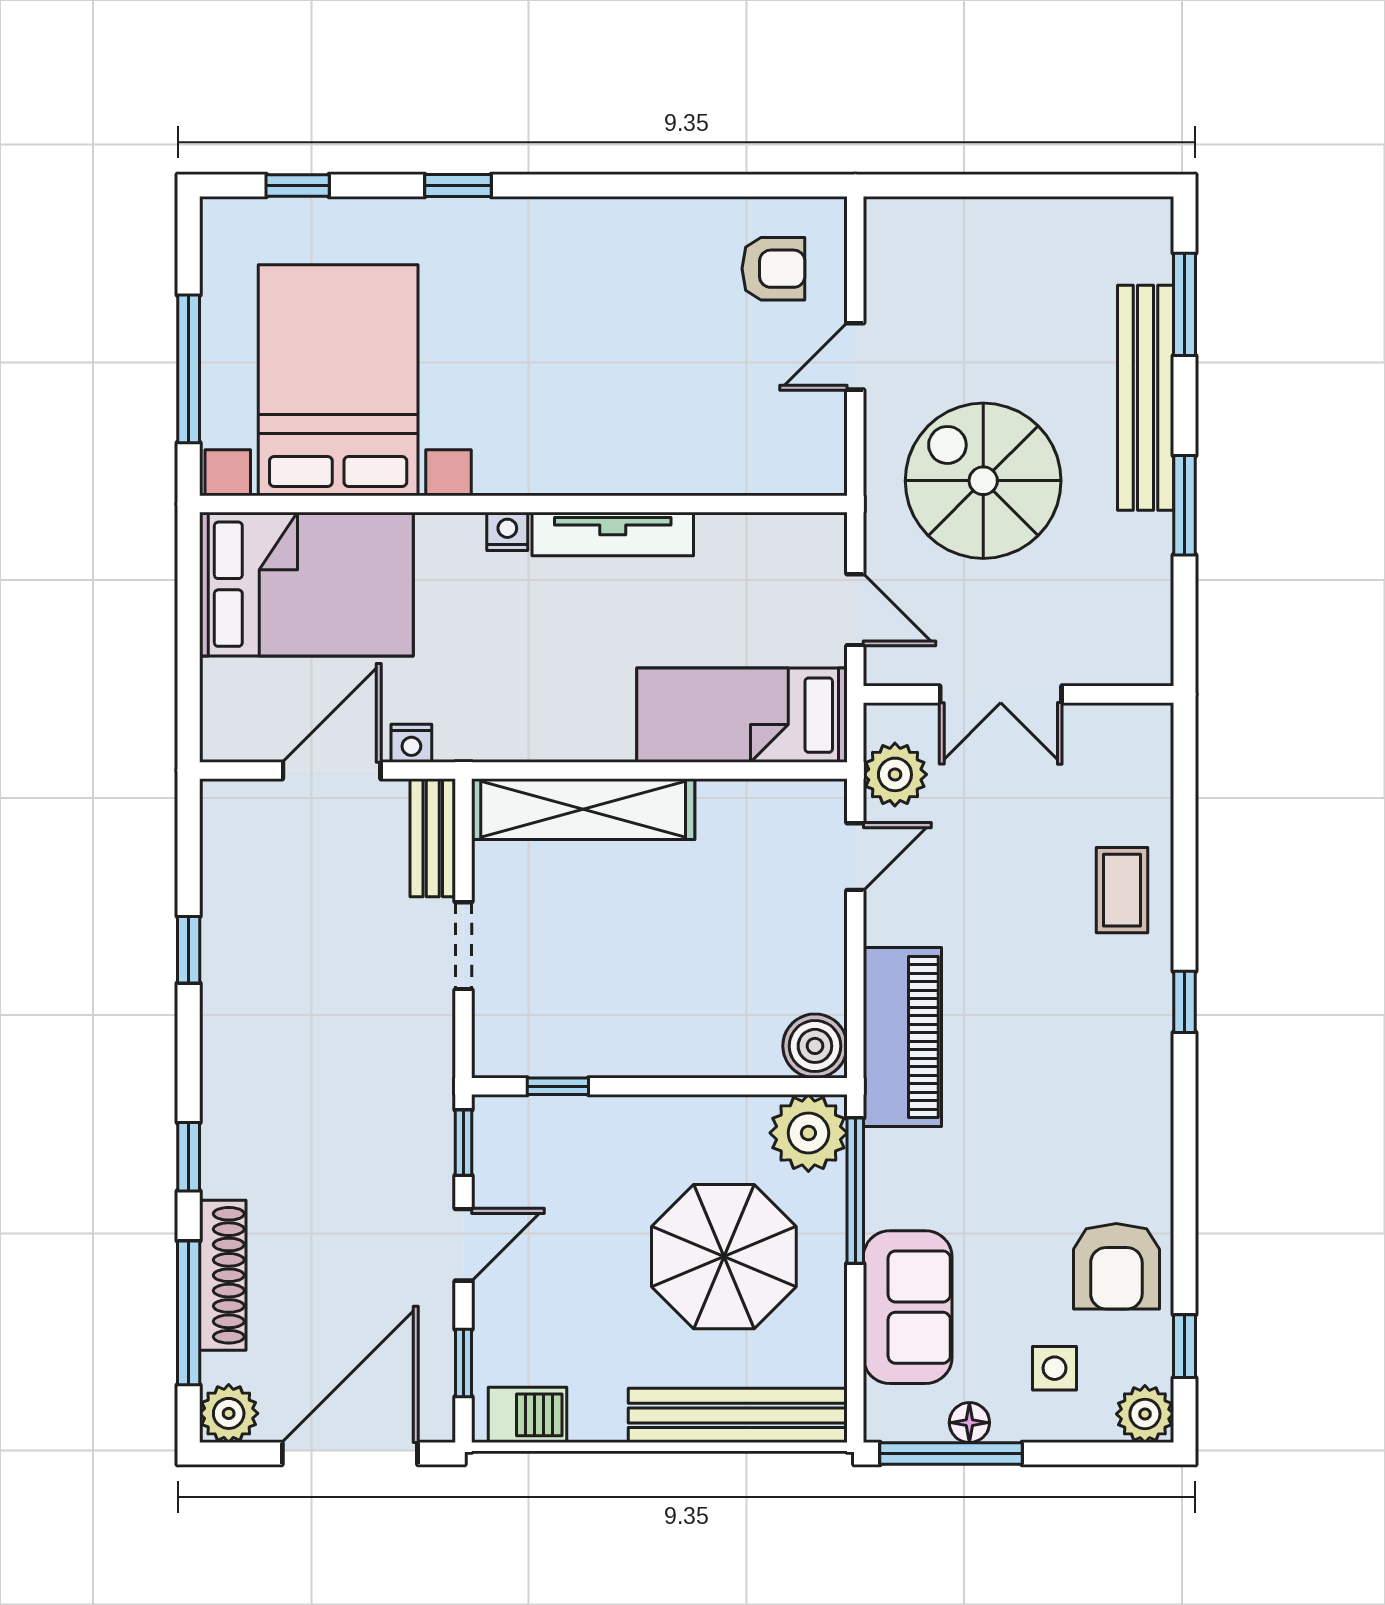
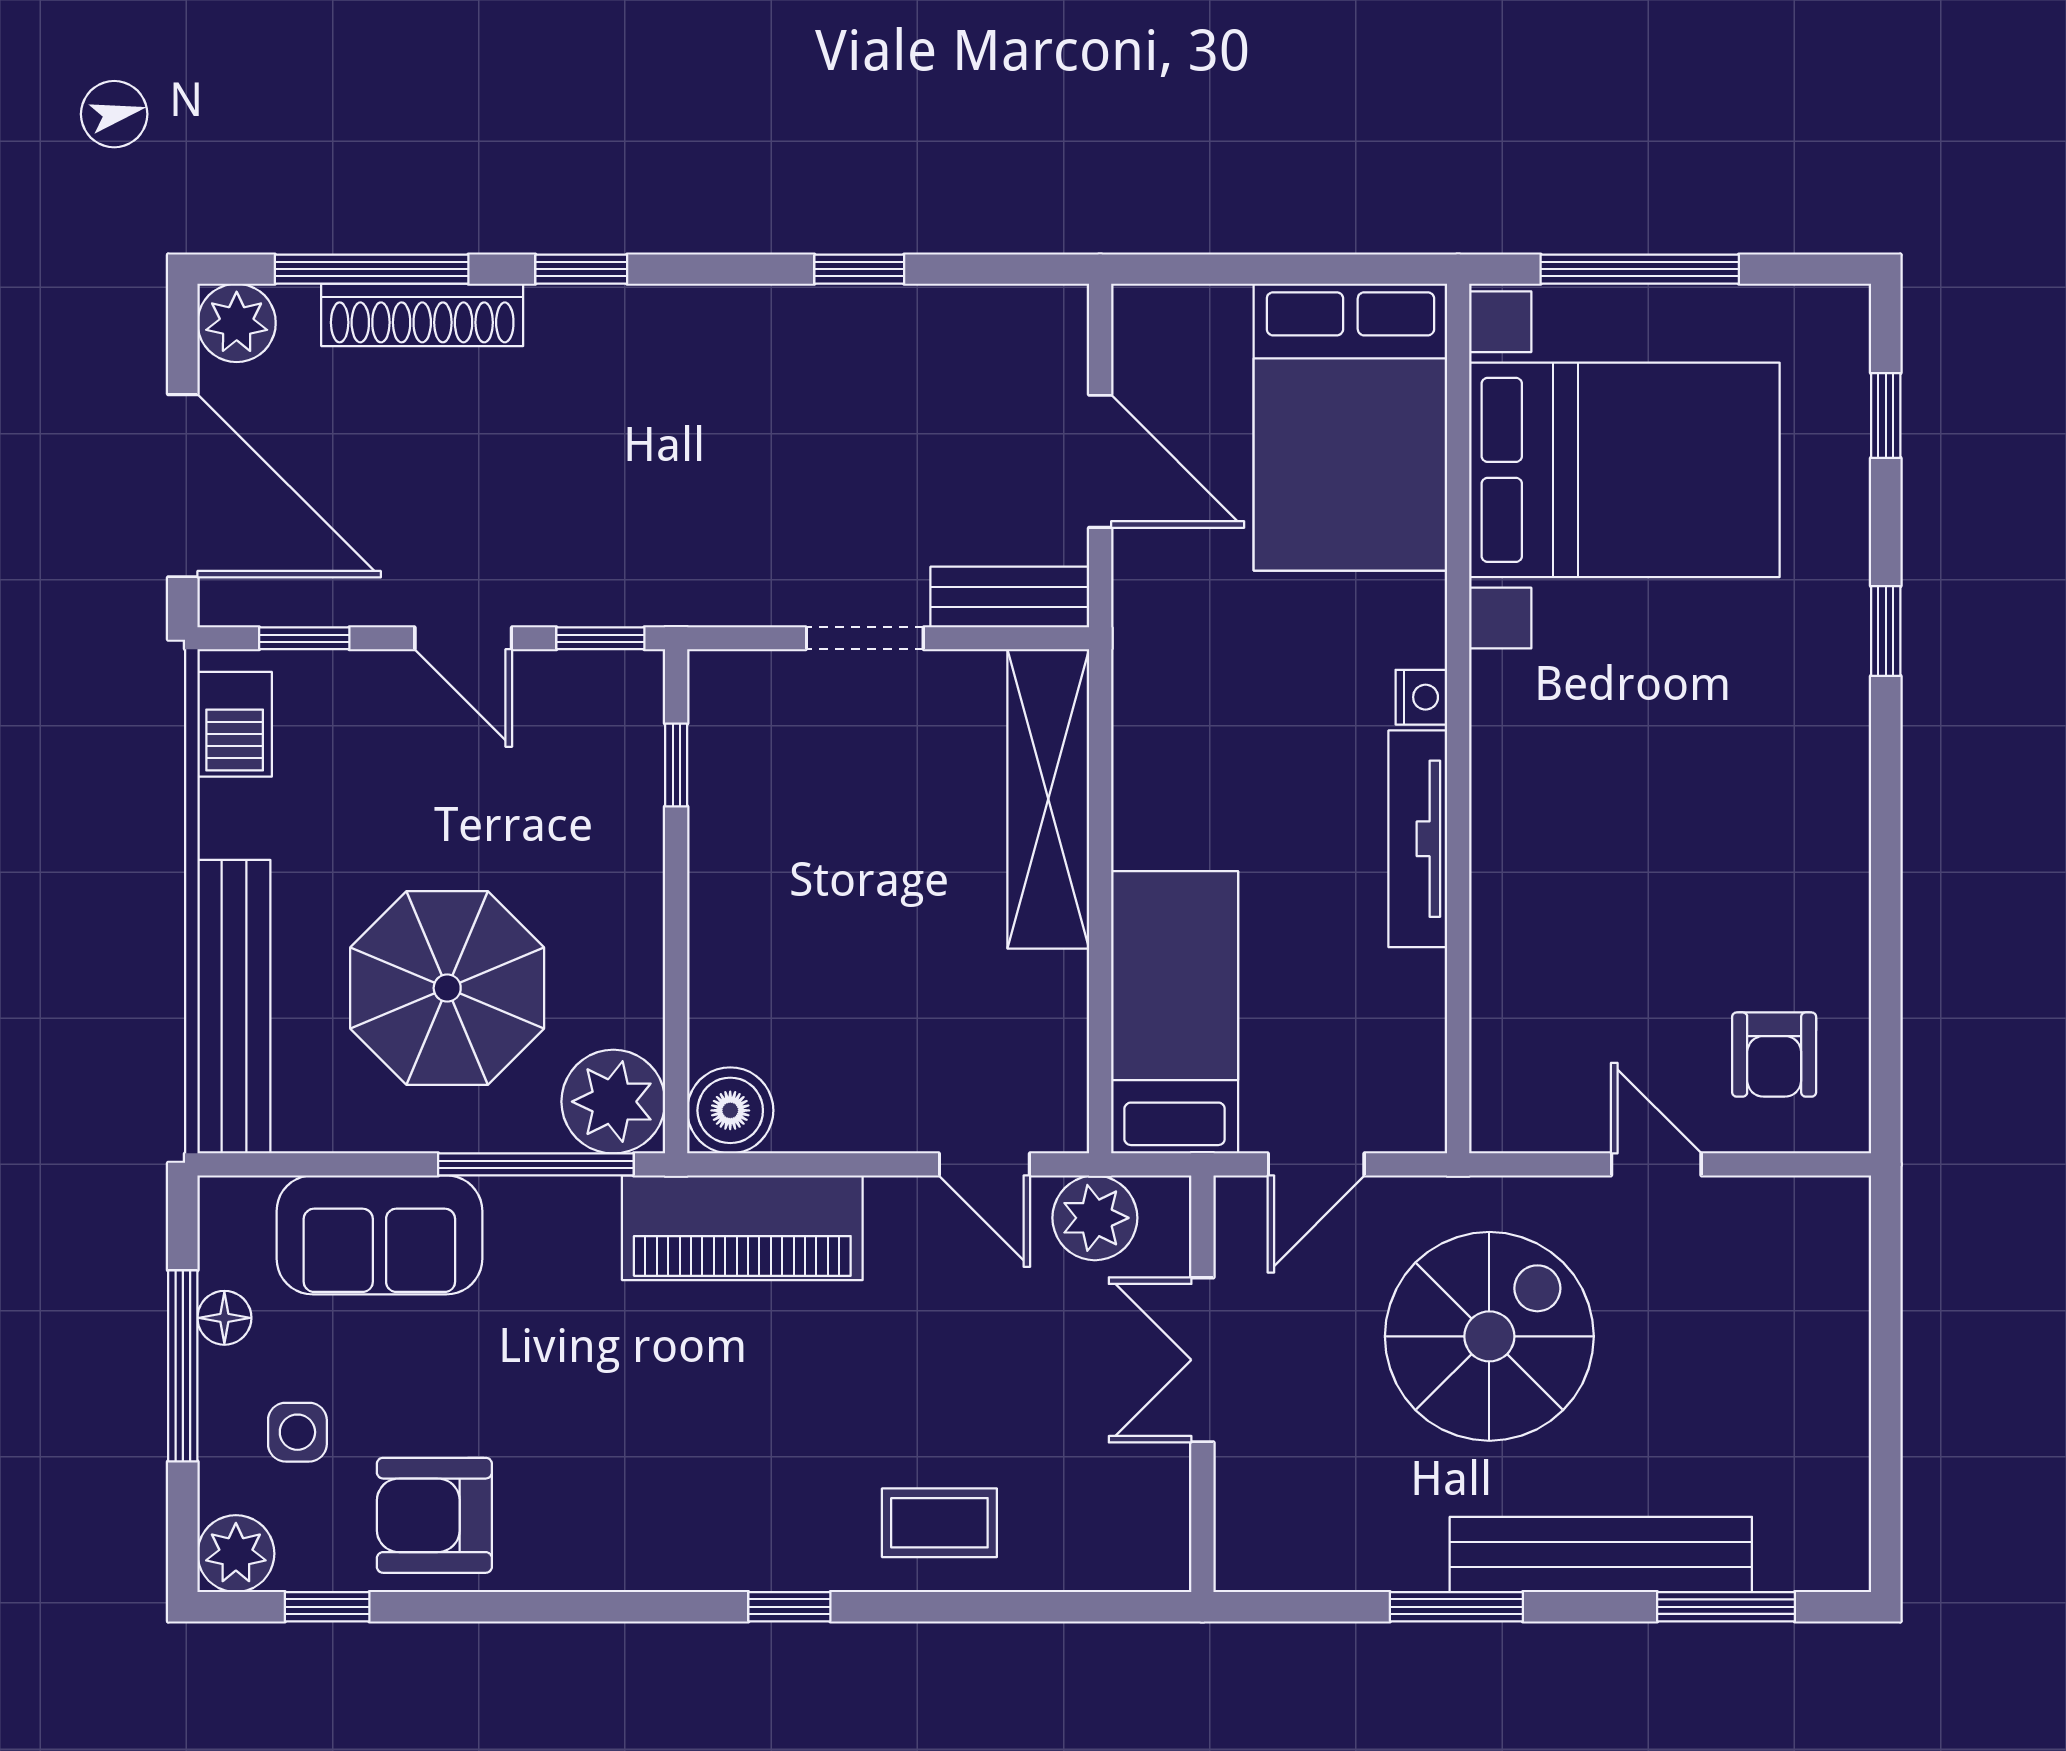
nightstand: (411, 743) -> (1137, 568), removed
window: (951, 1453) -> (183, 1366), moved

